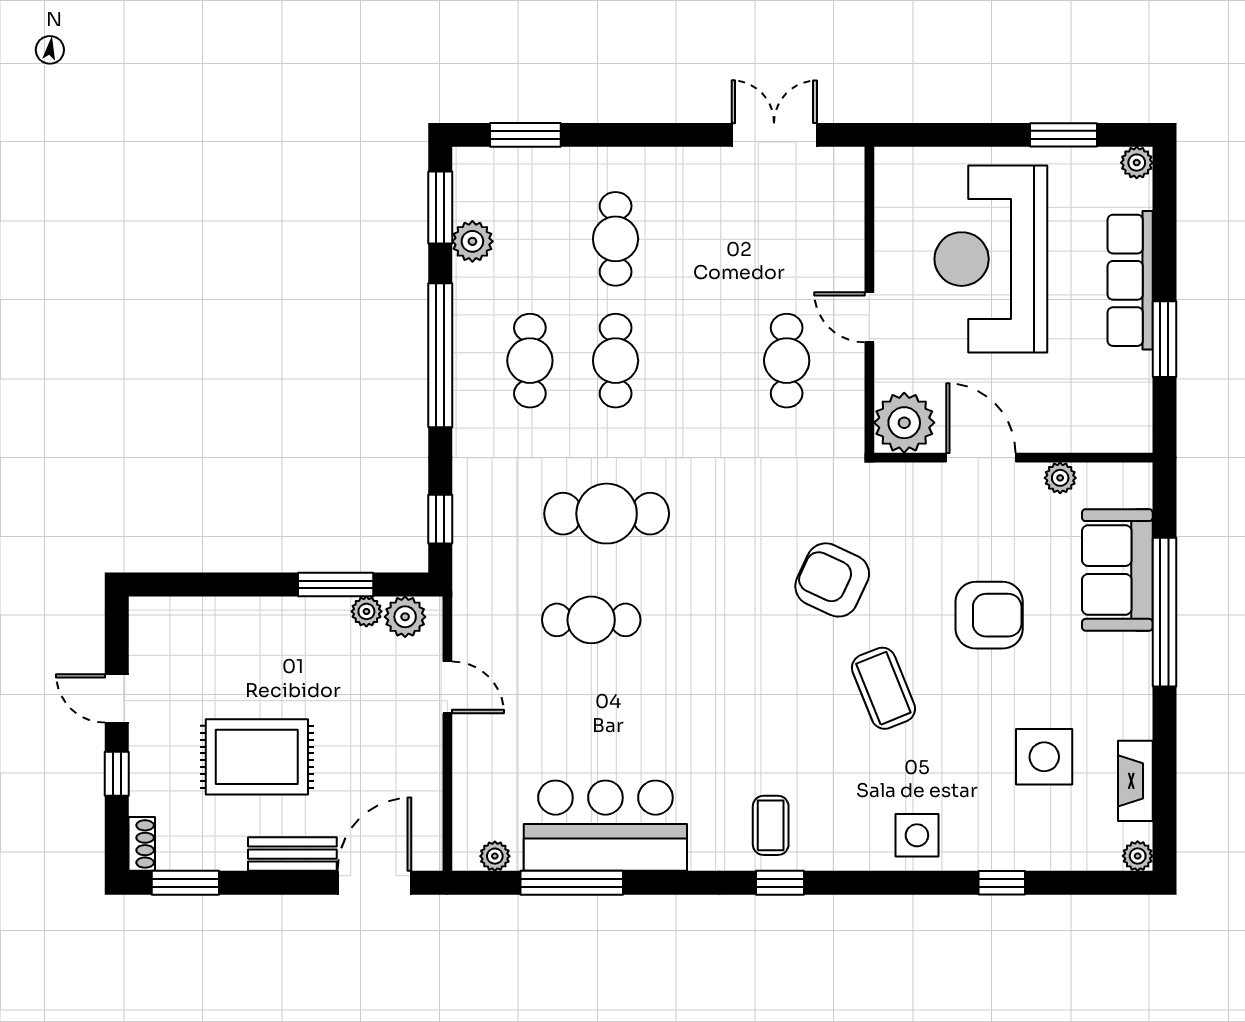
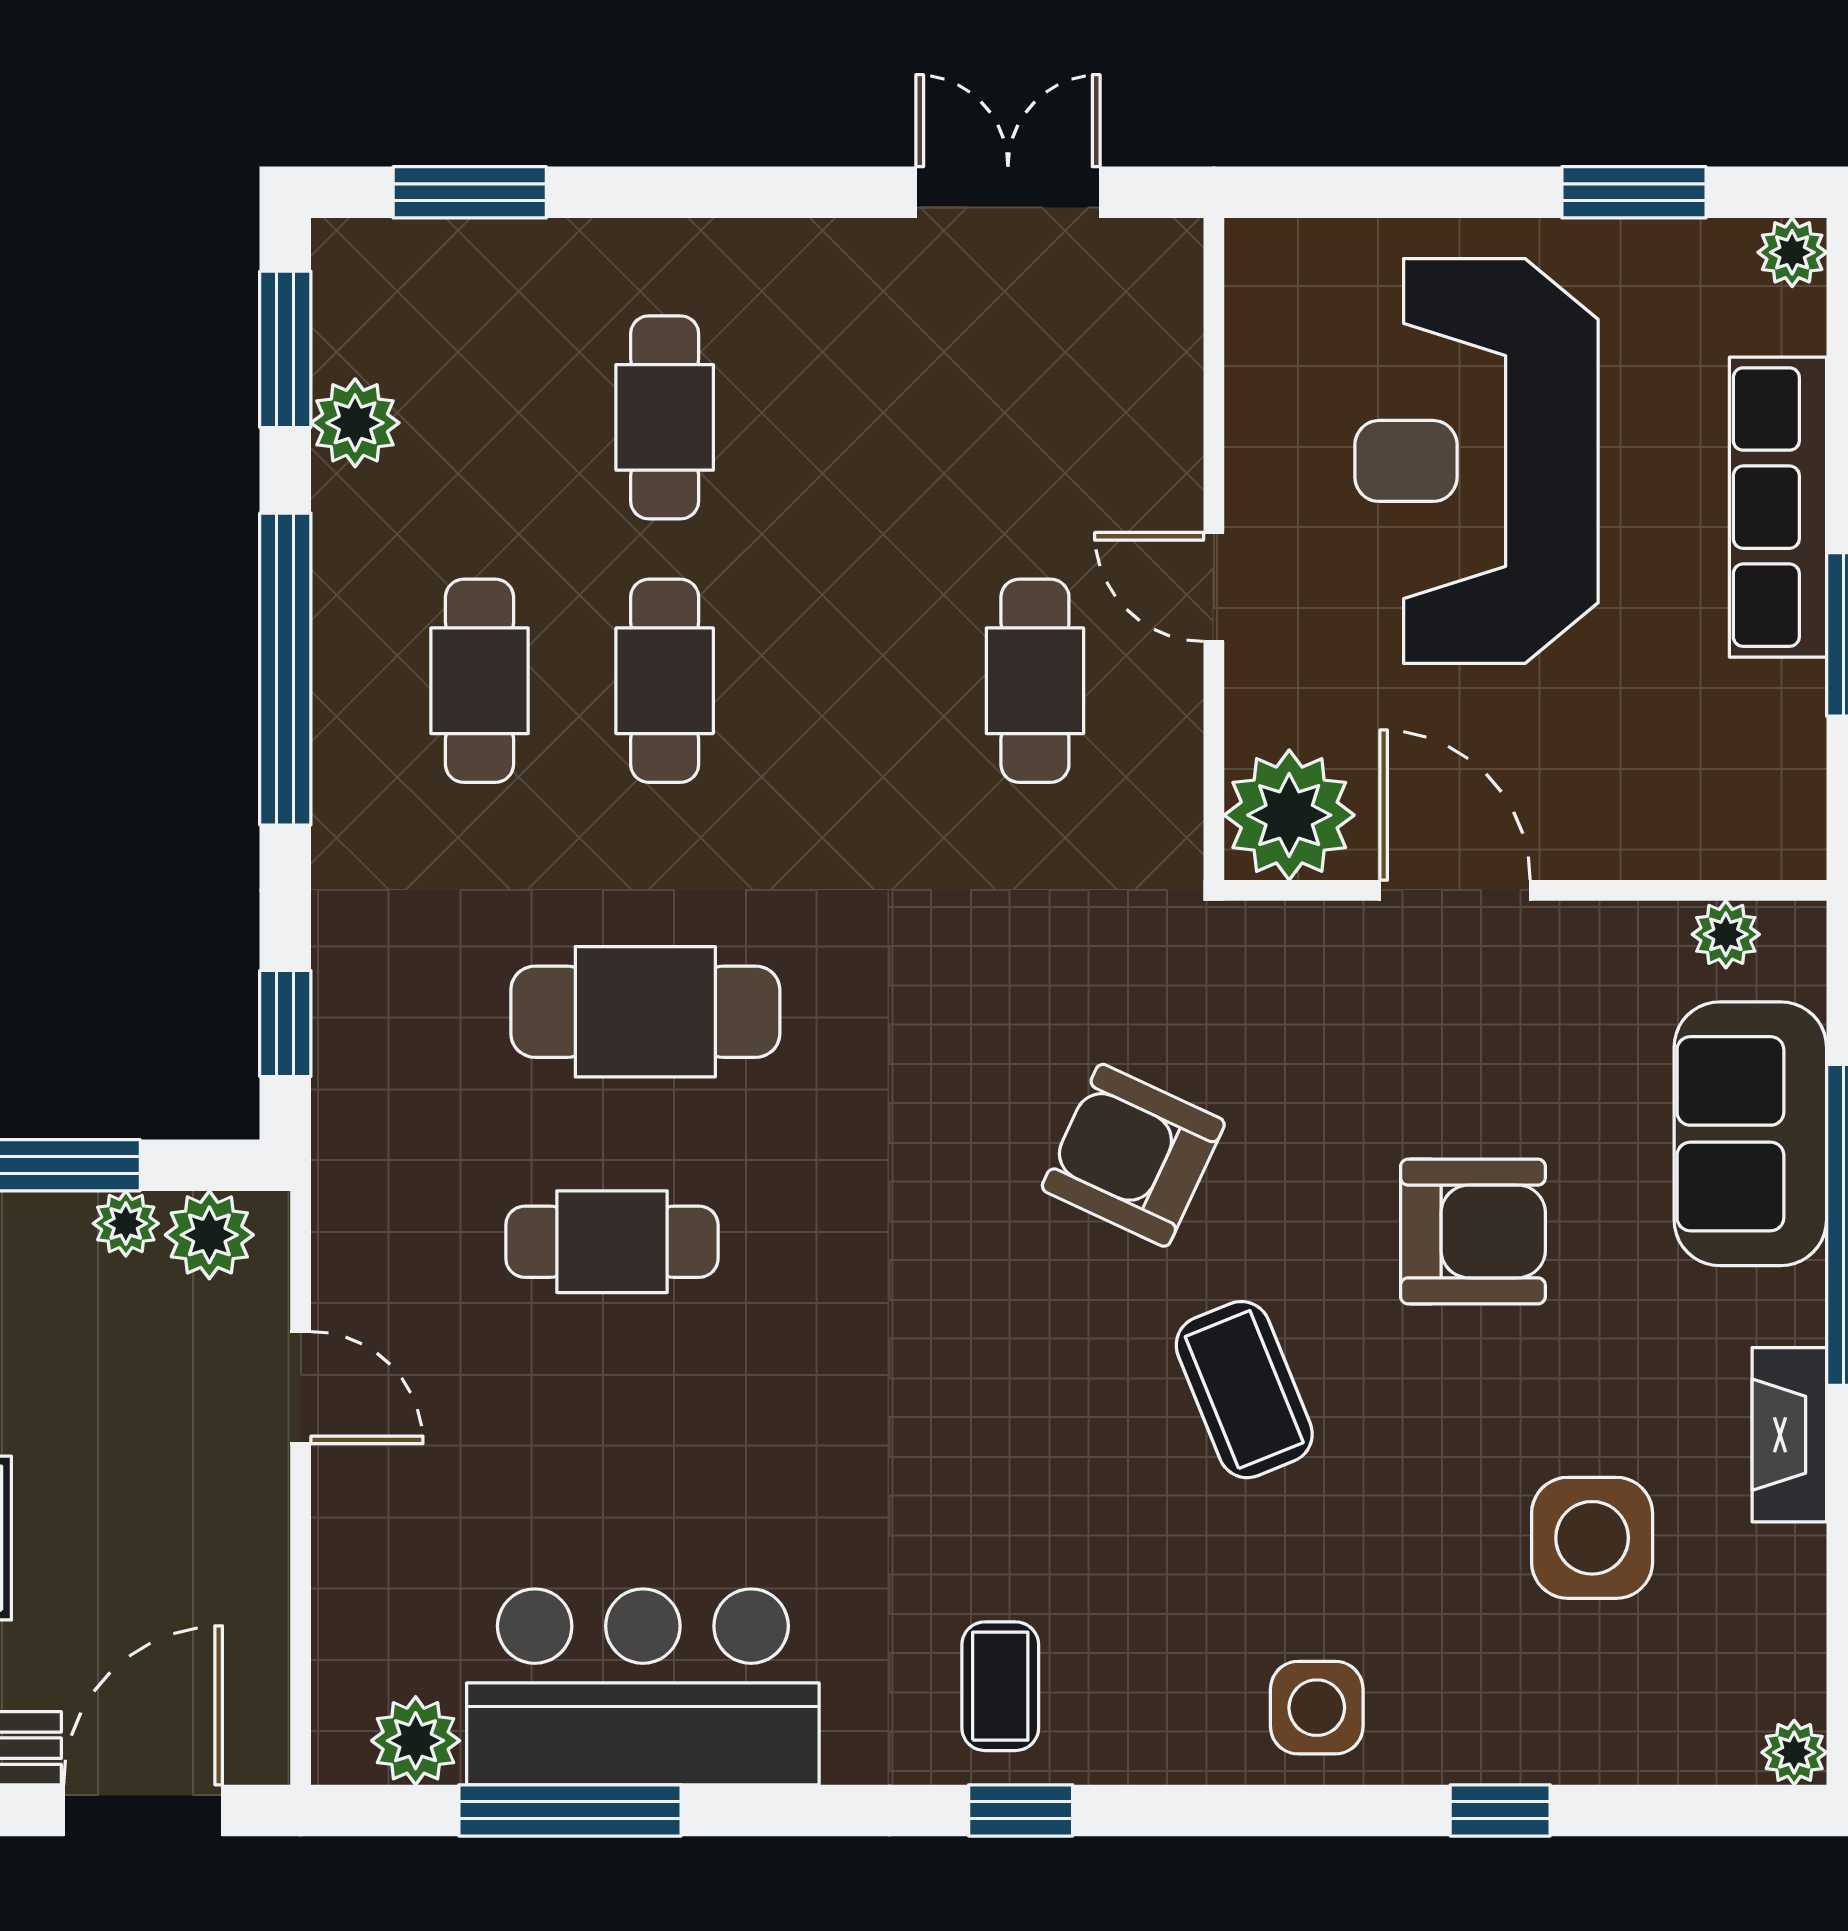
plant: (1060, 478) -> (1726, 934), moved
fireplace: (1135, 781) -> (1789, 1435), moved
plant: (495, 856) -> (416, 1741), width x1.38, depth x1.38

